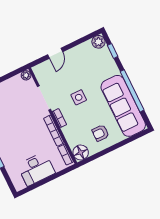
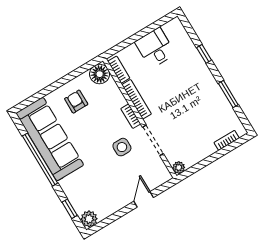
side table: (79, 97) -> (122, 147), moved
armchair: (100, 133) -> (76, 102), turned -90
desk: (36, 169) -> (155, 48), width x0.73

